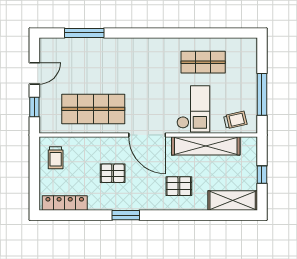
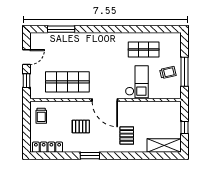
trolley: (235, 120) -> (168, 72), moved
shelving: (206, 146) -> (146, 108), removed
pallet: (179, 186) -> (127, 135), turned 90

